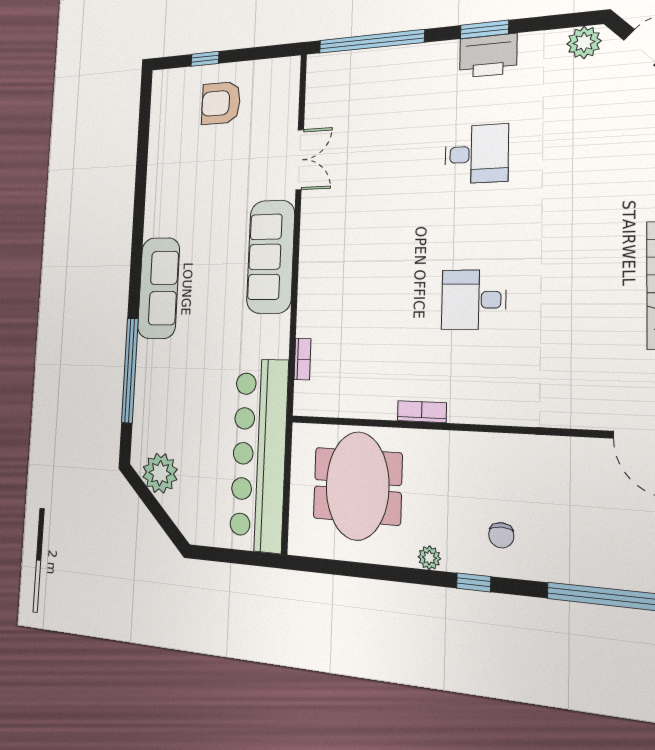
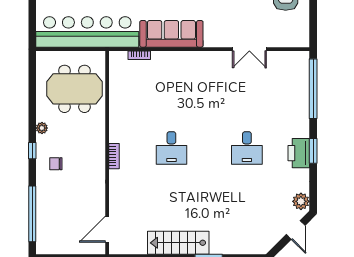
sofa: (271, 257) -> (171, 34), moved
desk: (474, 300) -> (171, 148), turned 180
bookcase: (422, 412) -> (114, 156), moved

